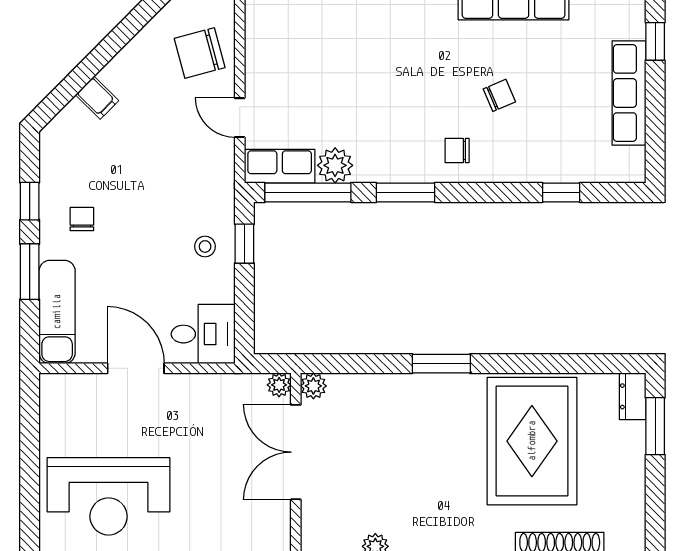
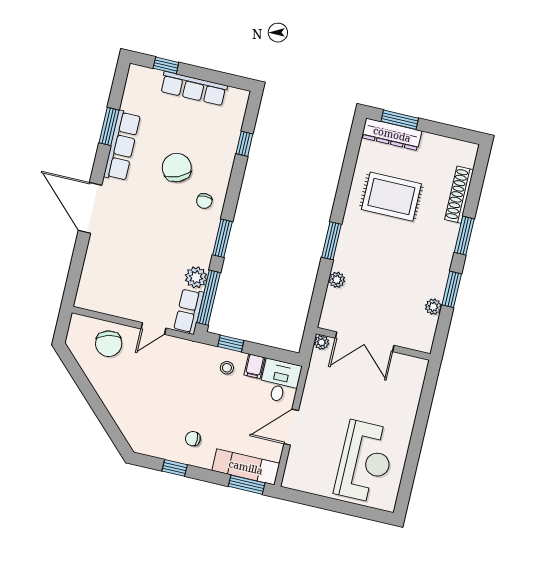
chair: (499, 95) -> (177, 168), width x1.87, depth x1.87
filing cabinet: (97, 98) -> (254, 366), moved, turned 135
window: (30, 272) -> (247, 485), moved
plant: (313, 386) -> (337, 280), moved
dresser: (633, 396) -> (392, 134), width x1.96, depth x1.24
rug: (532, 441) -> (391, 197), width x0.73, depth x0.69

